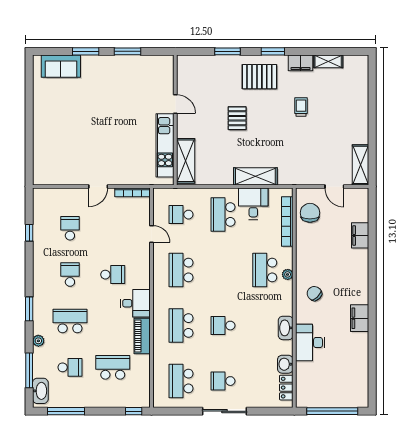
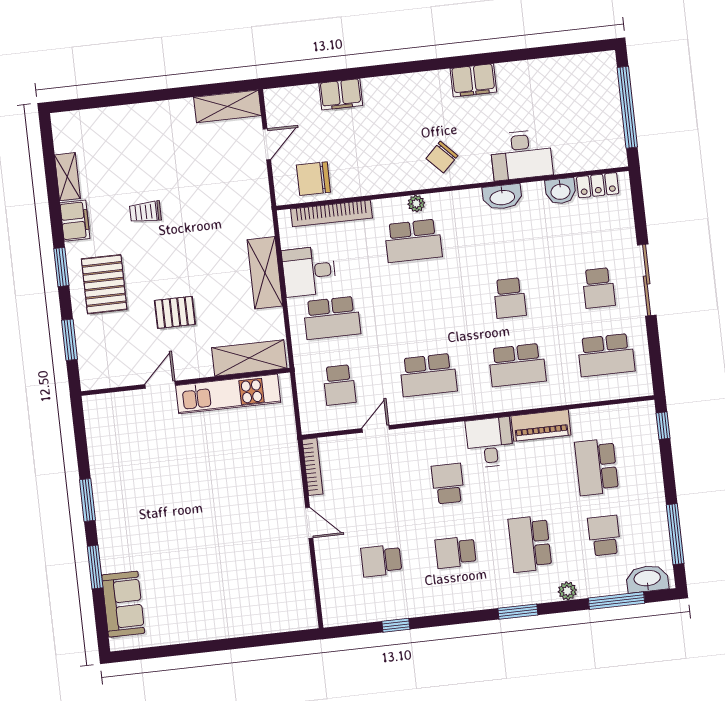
door: (175, 104) -> (160, 385), moved
wall: (175, 120) -> (186, 382), moved
kitchen unit: (165, 145) -> (228, 394), moved
shelving: (186, 161) -> (249, 358), moved

